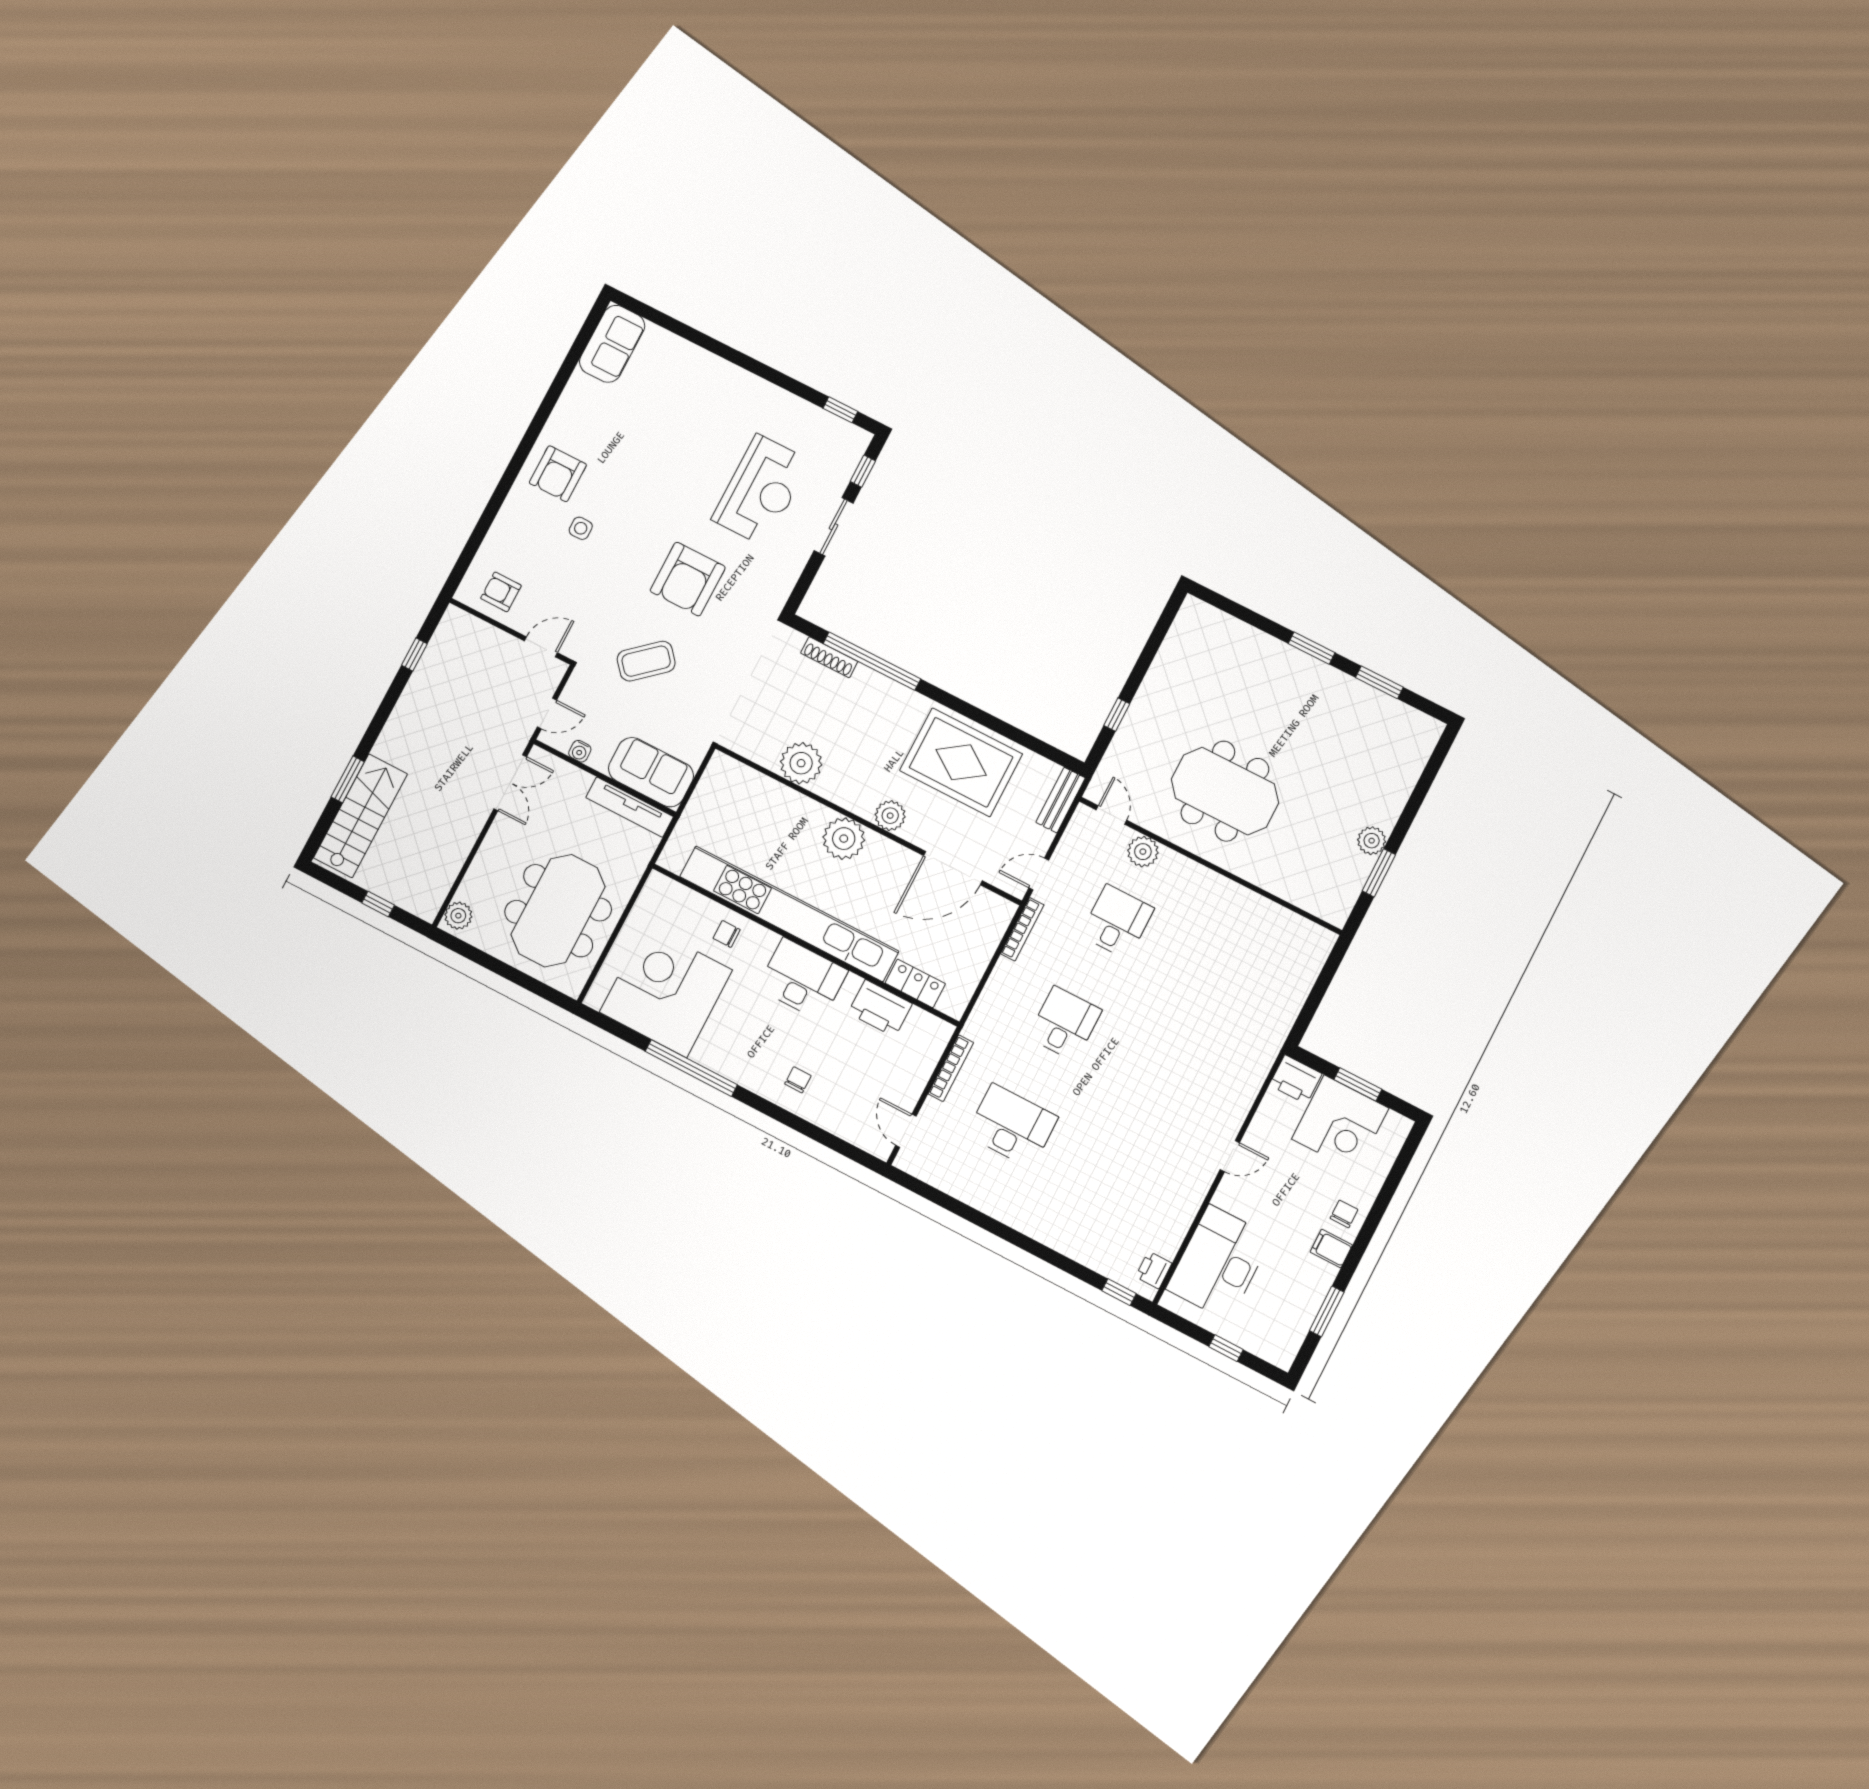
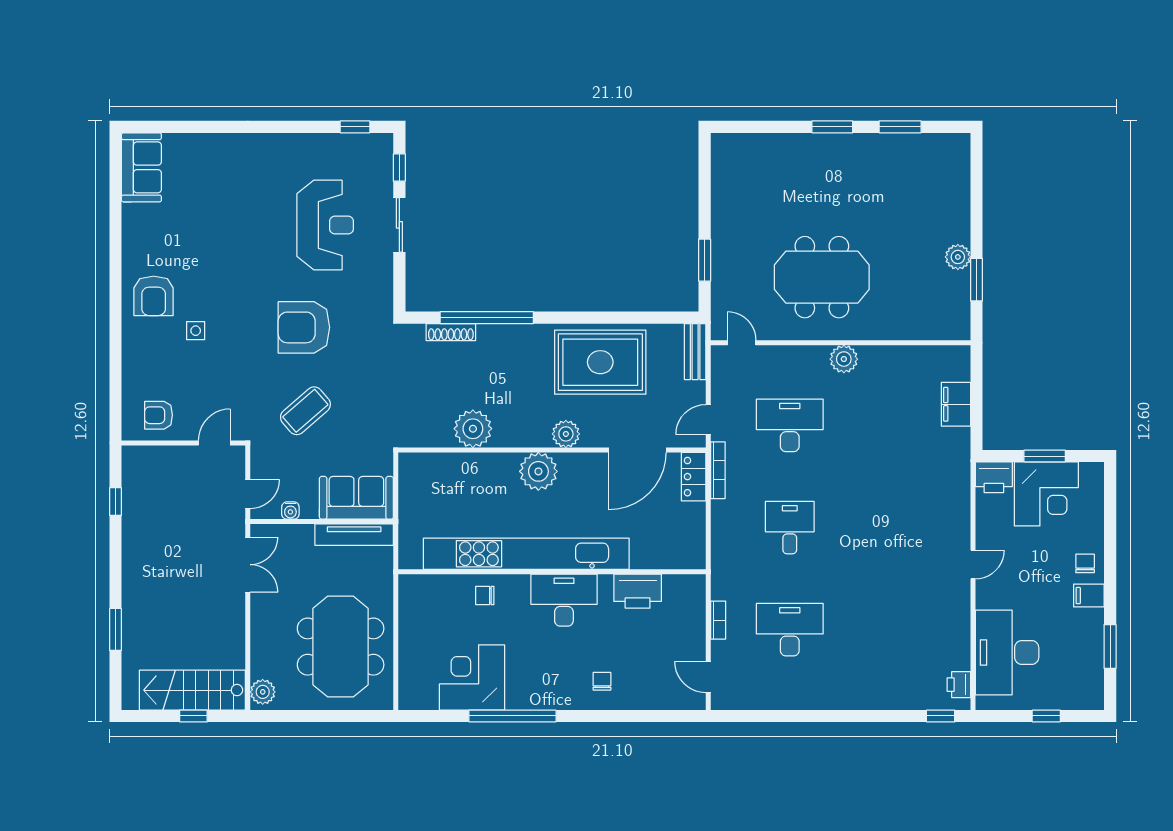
armchair: (688, 579) -> (304, 327), turned 90
window: (1117, 715) -> (705, 260), width x1.50
stairs: (360, 816) -> (192, 690), moved, turned -90
plant: (1143, 852) -> (844, 359), moved
desk: (1117, 922) -> (790, 425), width x1.37
locker: (915, 983) -> (694, 477), moved, turned -90
filing cabinet: (1295, 986) -> (956, 404), added
corner desk: (666, 991) -> (472, 677), width x0.74, depth x0.74
bookcase: (951, 1068) -> (718, 620), width x0.64

